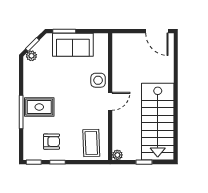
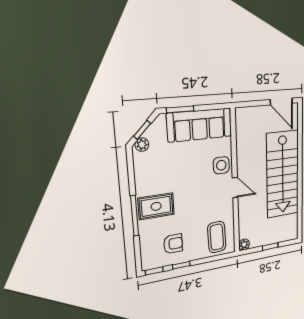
sofa: (73, 45) -> (200, 125), width x1.36
door: (110, 101) -> (235, 187), hinge flipped
stairs: (158, 122) -> (283, 174), moved

